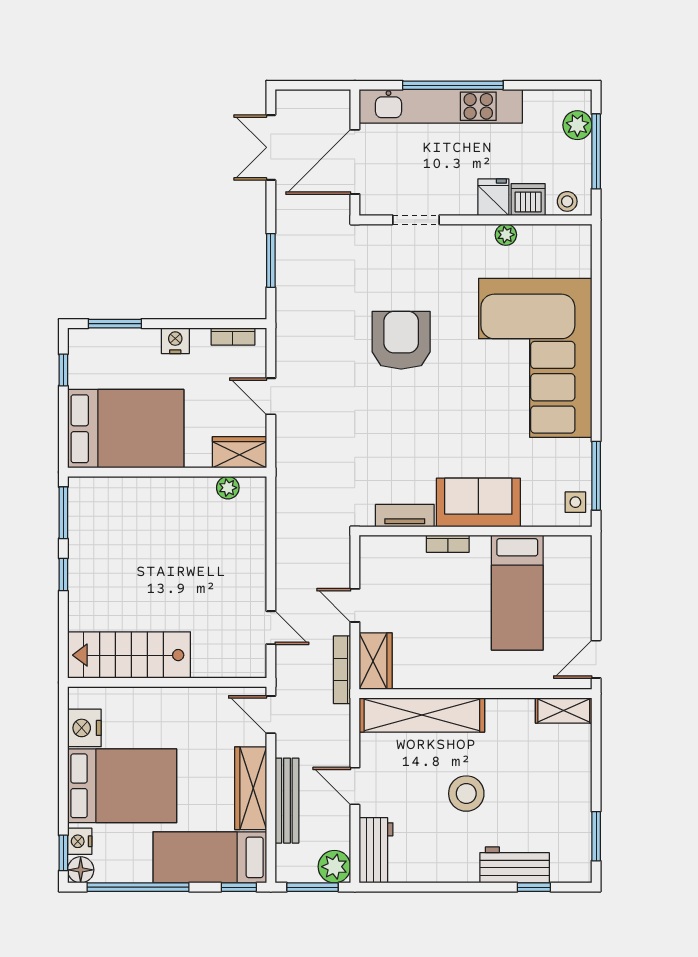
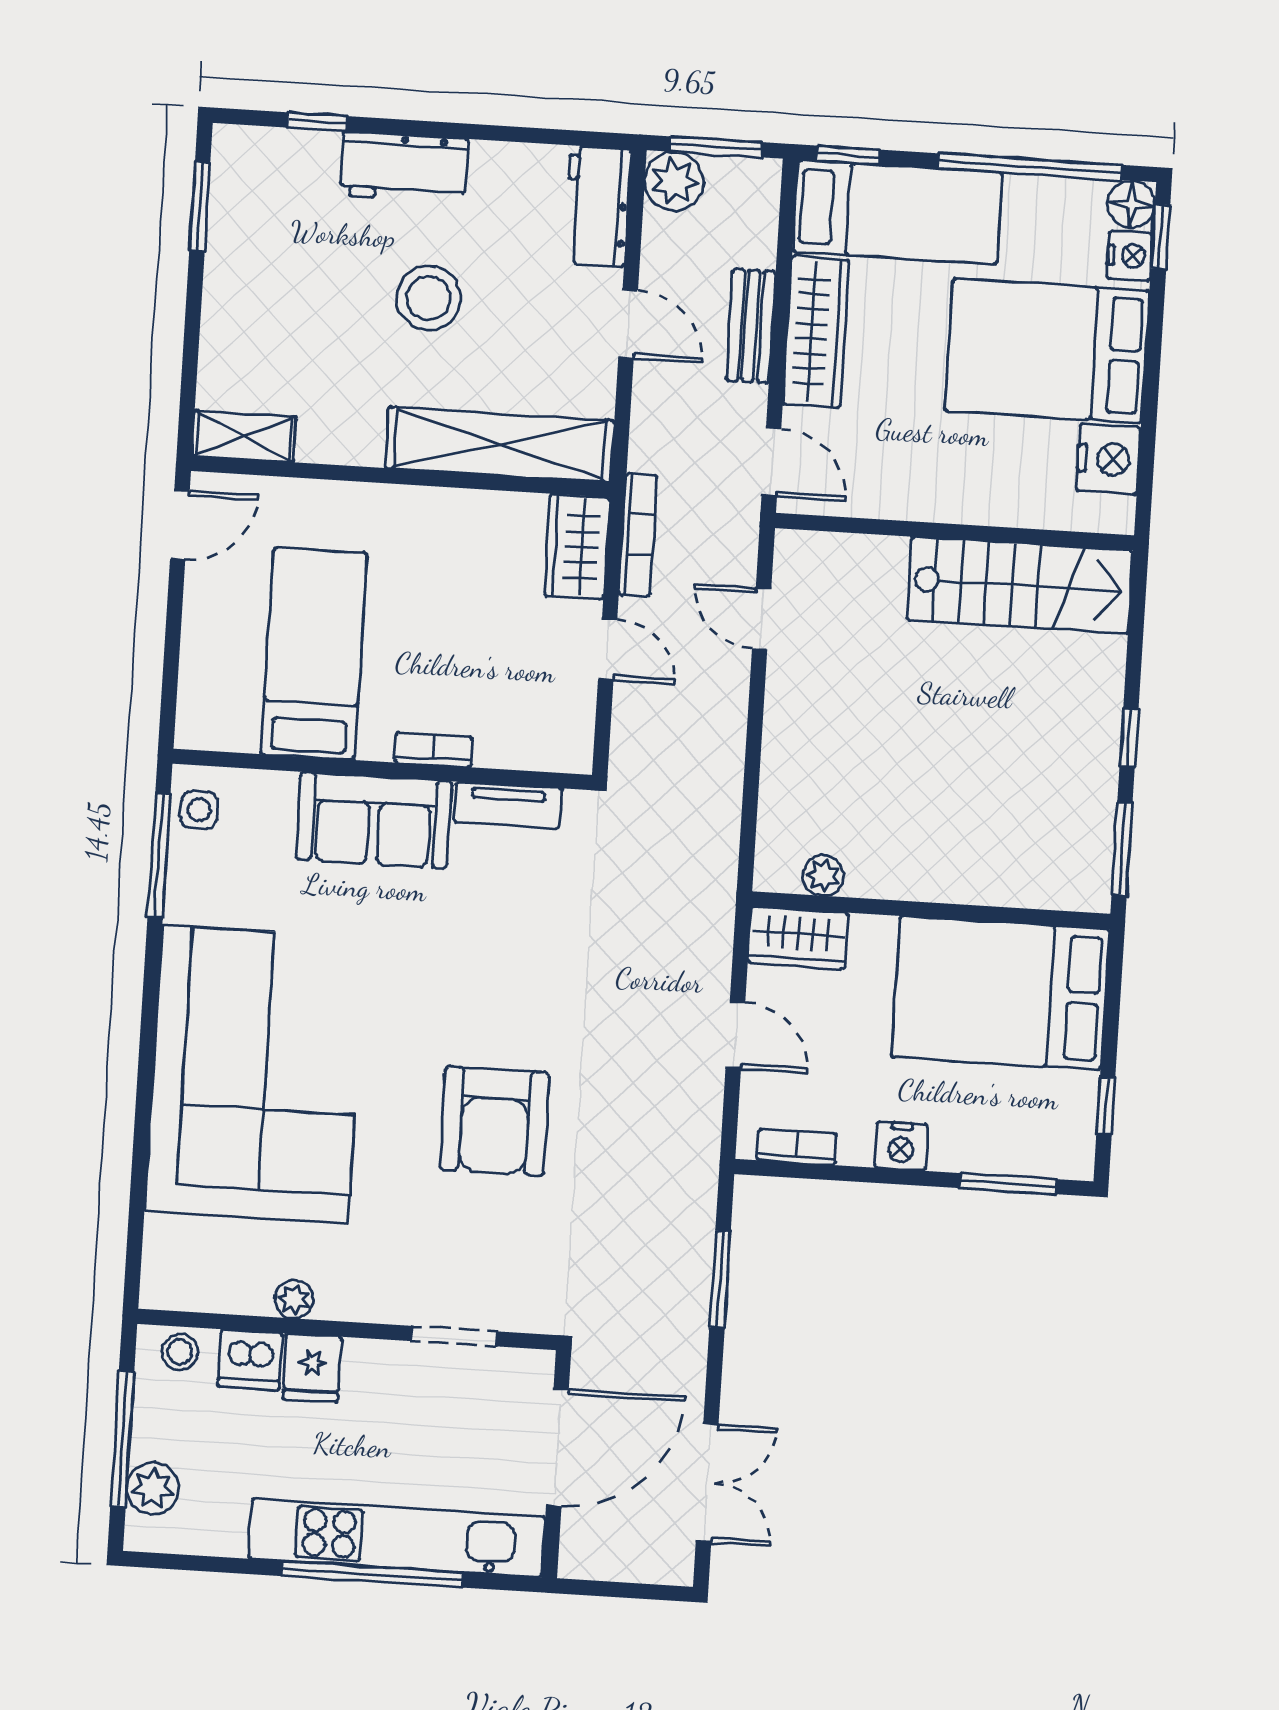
bench: (287, 801) -> (751, 326), width x0.73
workbench: (515, 865) -> (404, 167), moved

